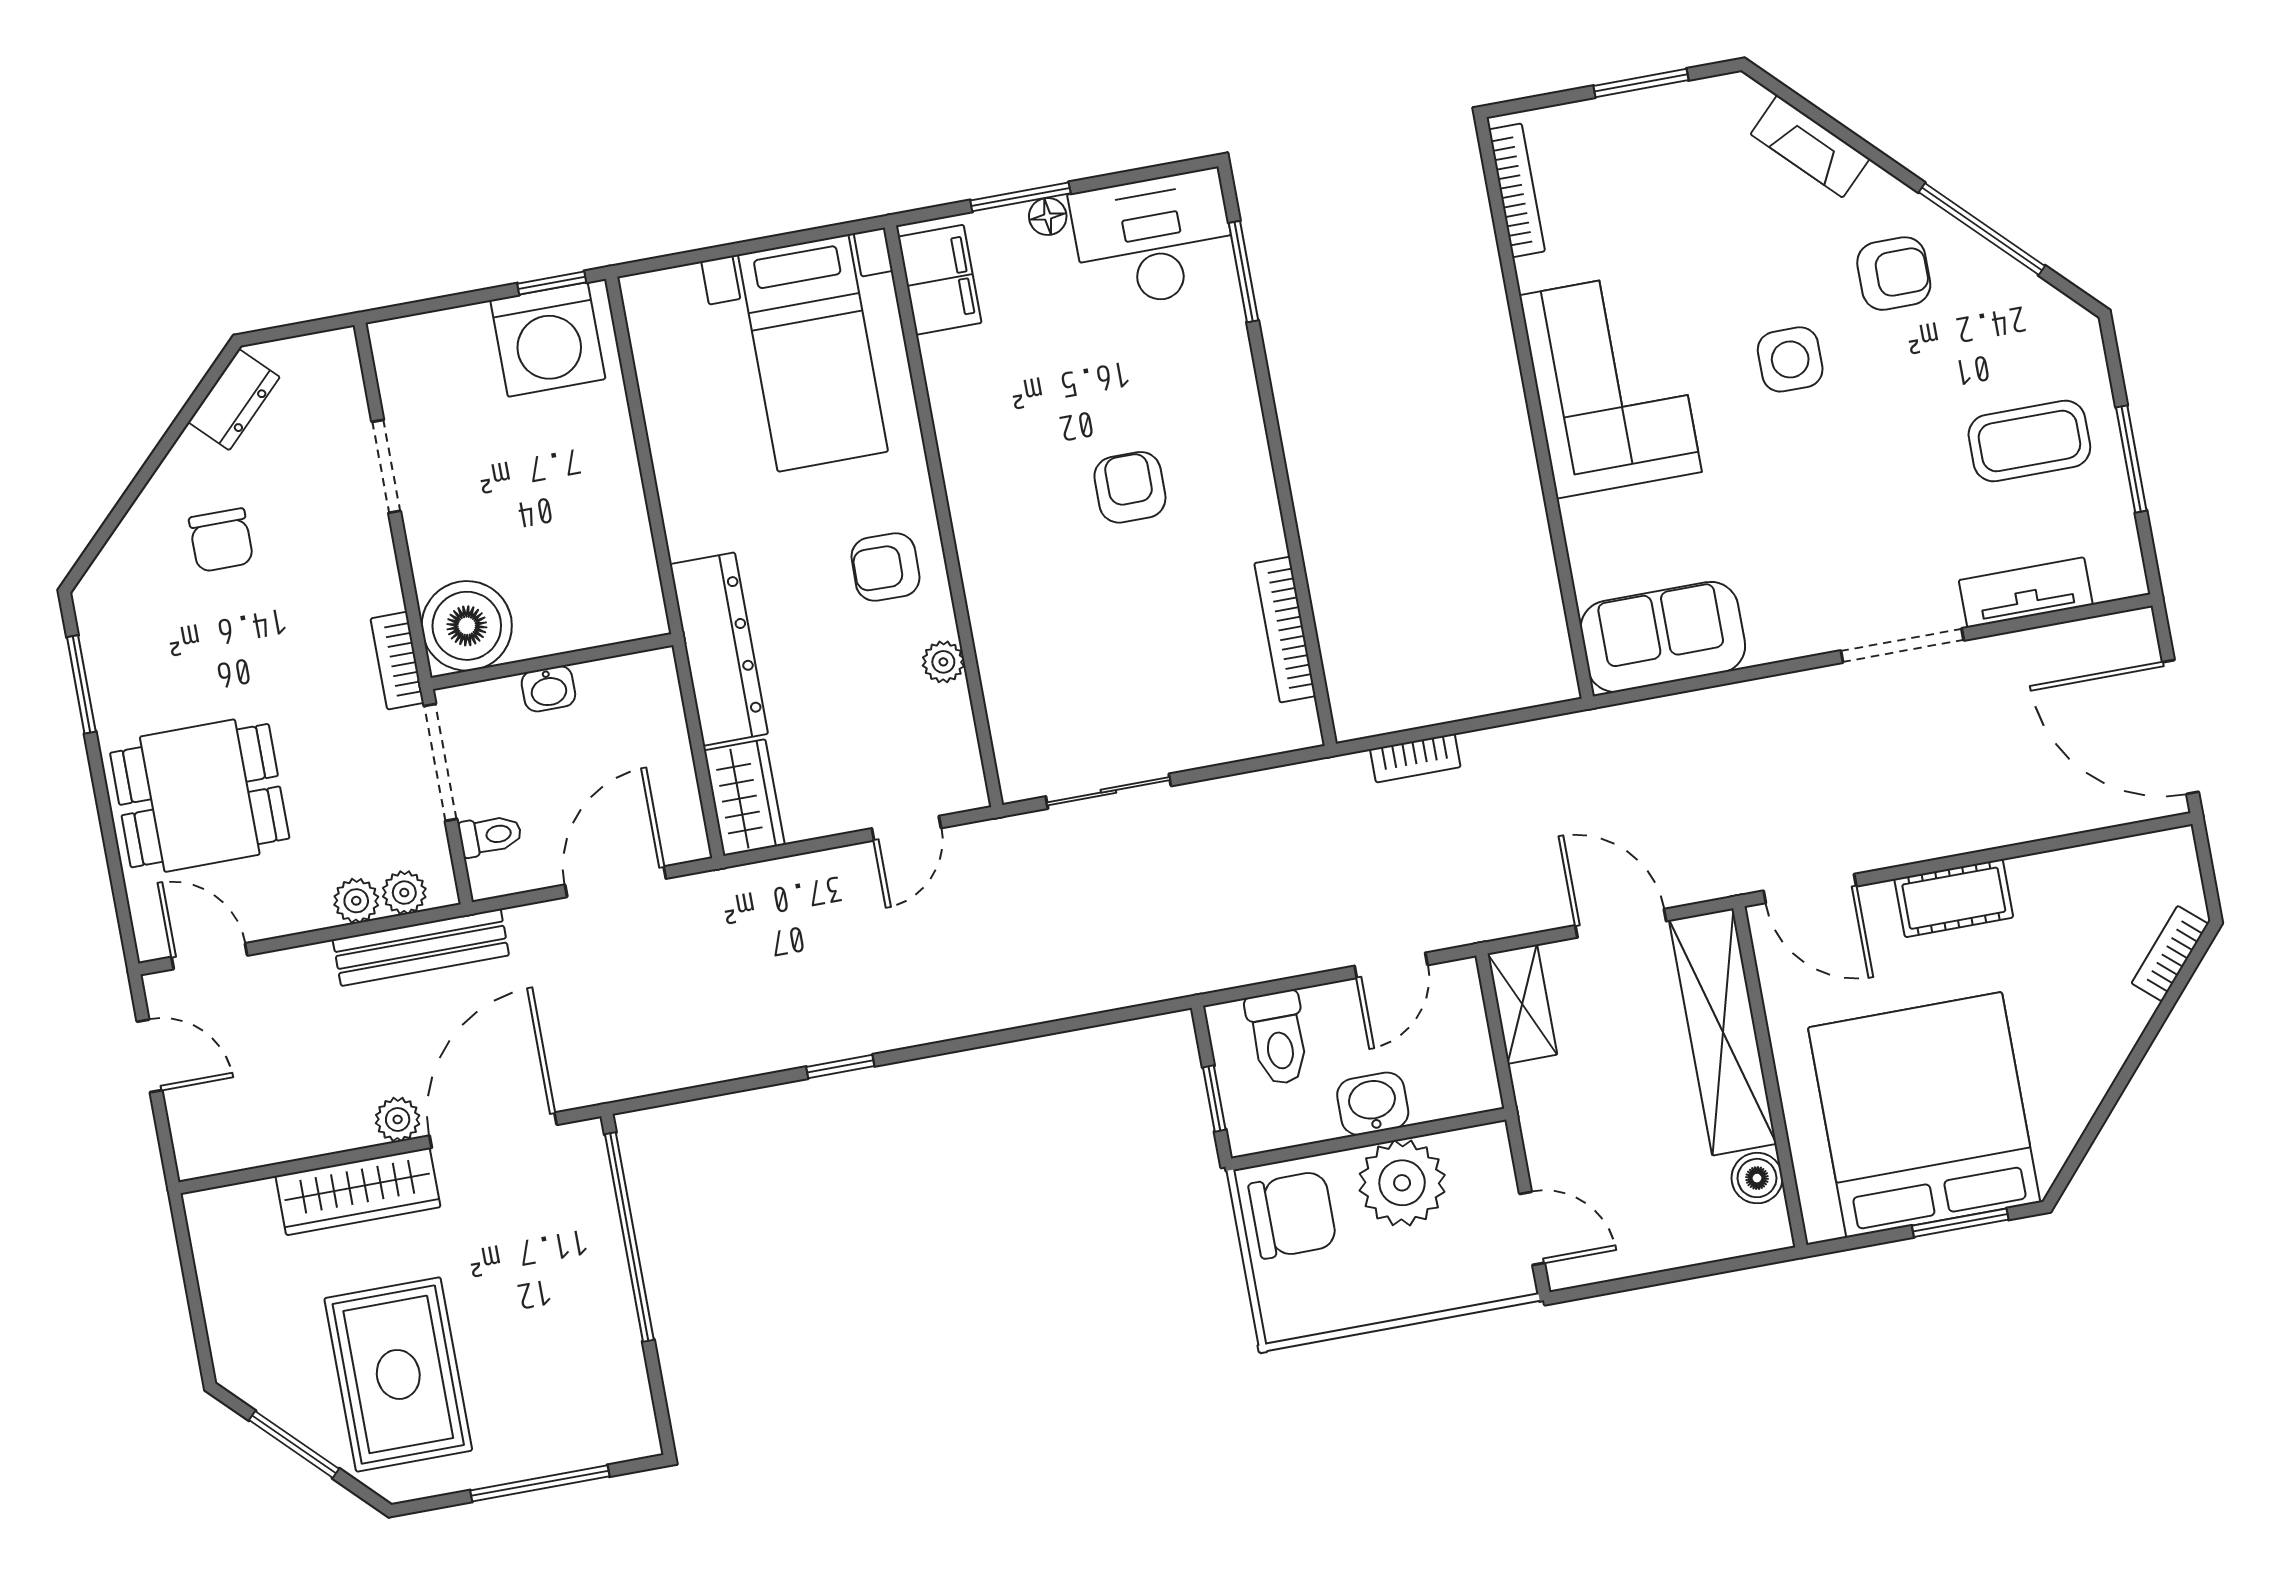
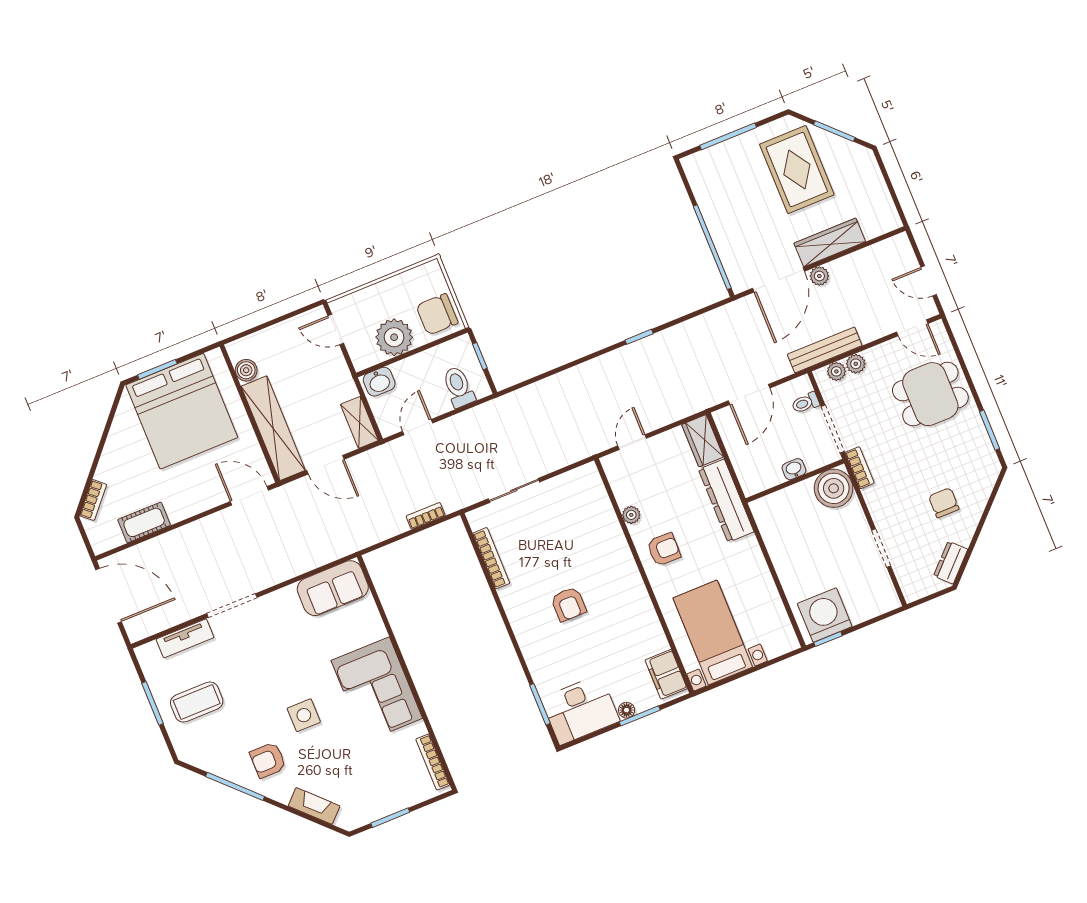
sliding door: (1108, 791) -> (514, 490), moved
cot: (1954, 898) -> (144, 522), moved
washbasin: (1373, 1104) -> (379, 382), moved

